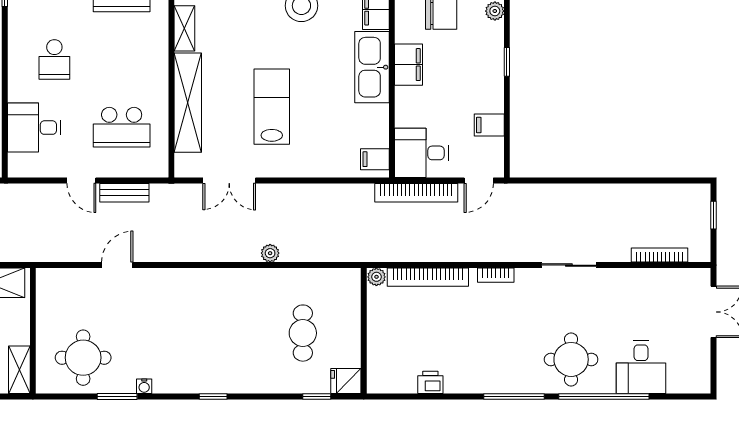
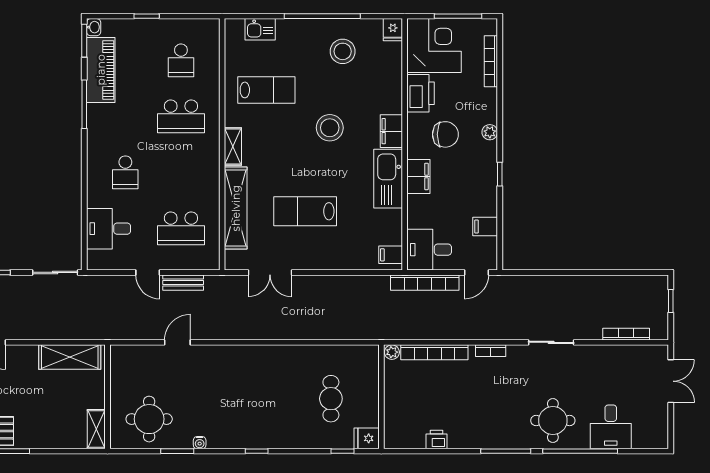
lab bench: (272, 107) -> (305, 211), turned -90
plant: (270, 253) -> (304, 333), removed

